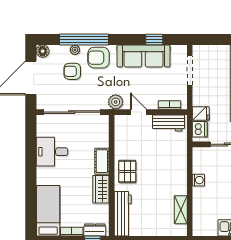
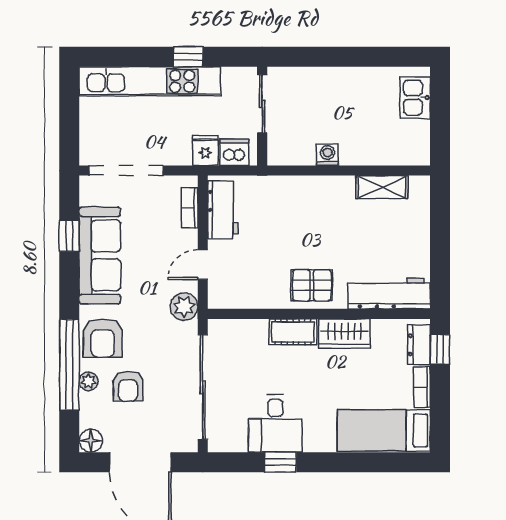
doorway: (190, 70) -> (126, 171), width x1.36
window: (31, 154) -> (280, 462), added

